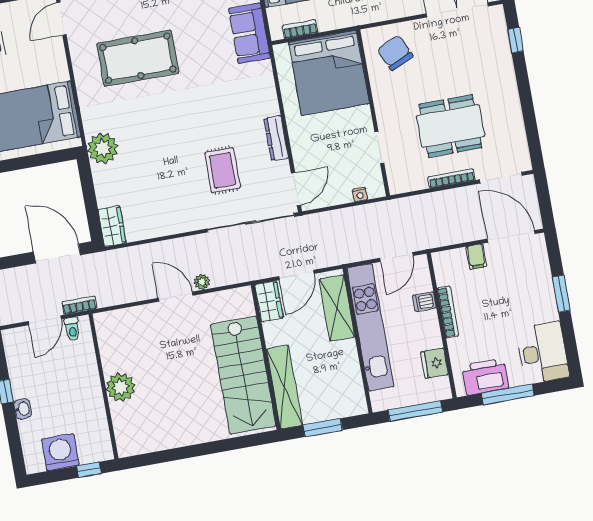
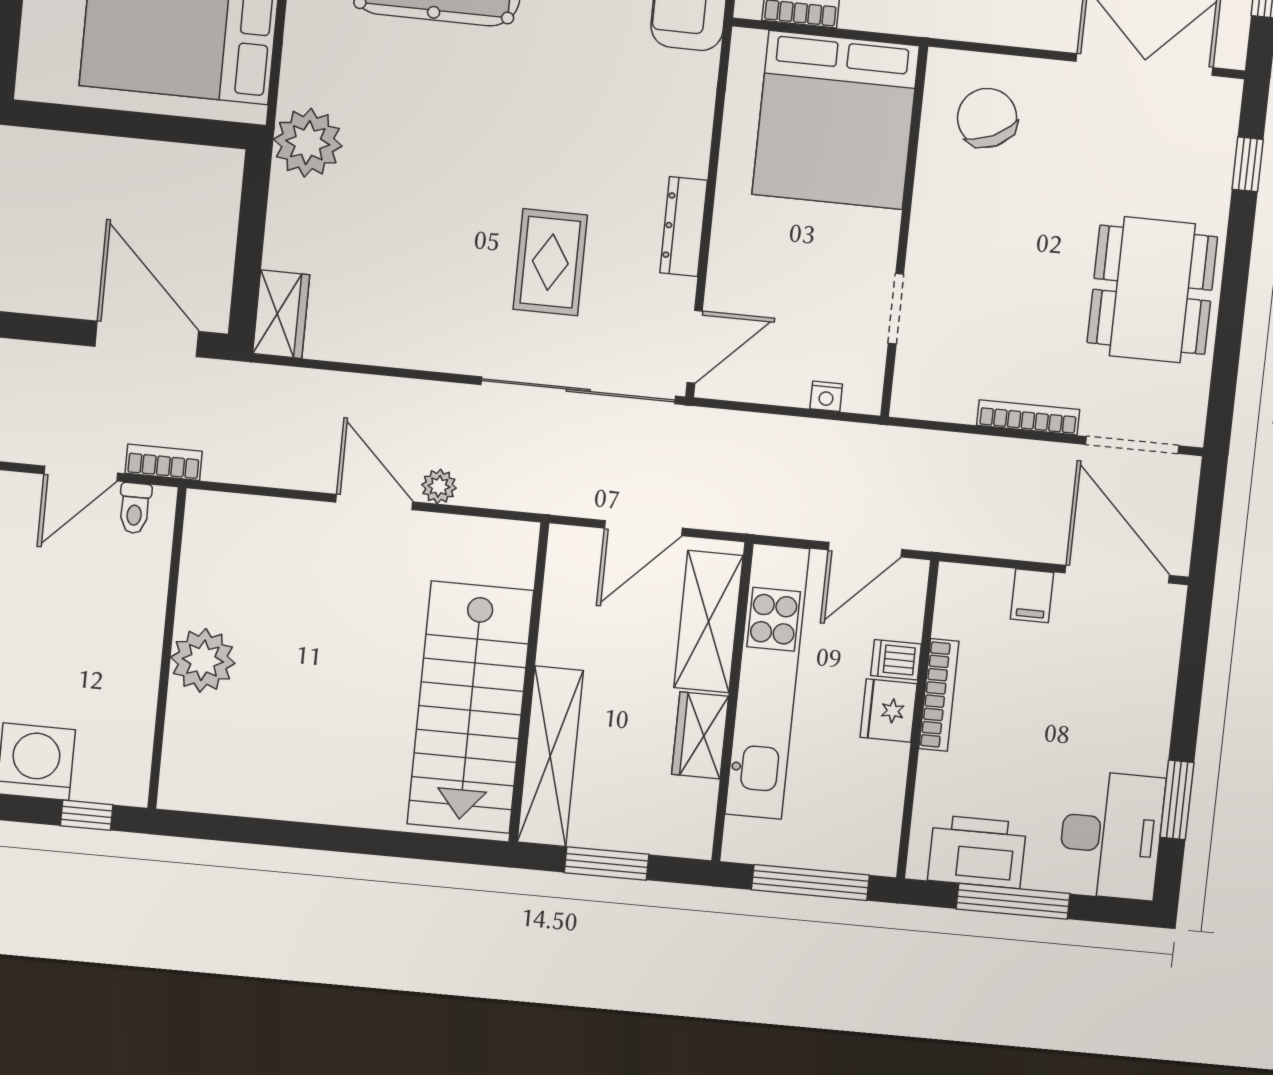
dining table: (450, 126) -> (1152, 290), moved, turned 90
window: (561, 294) -> (1177, 800), moved
wardrobe: (269, 301) -> (700, 735), moved, turned 180
fridge: (435, 363) -> (889, 711), moved

